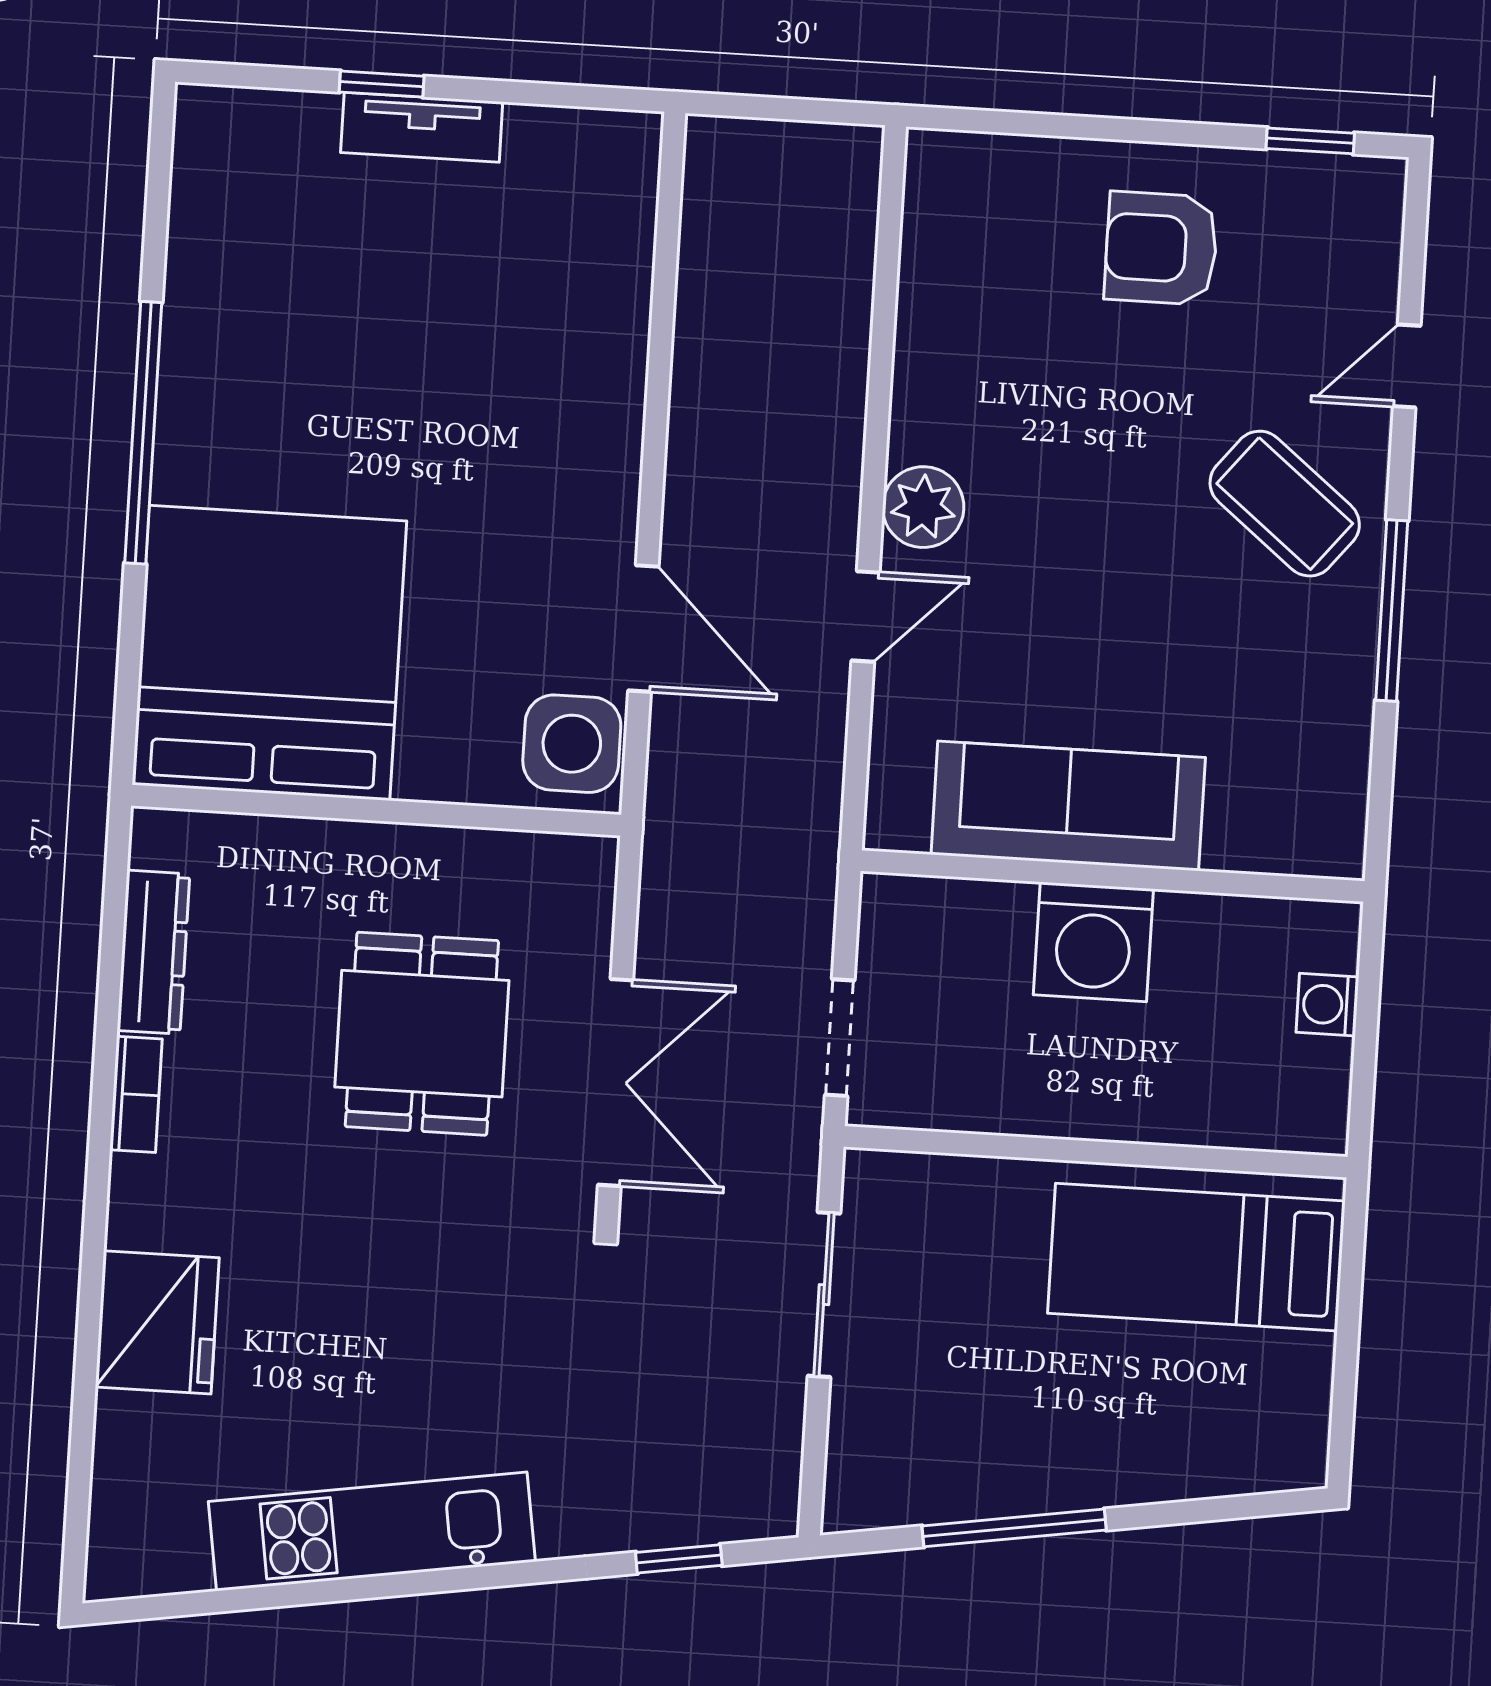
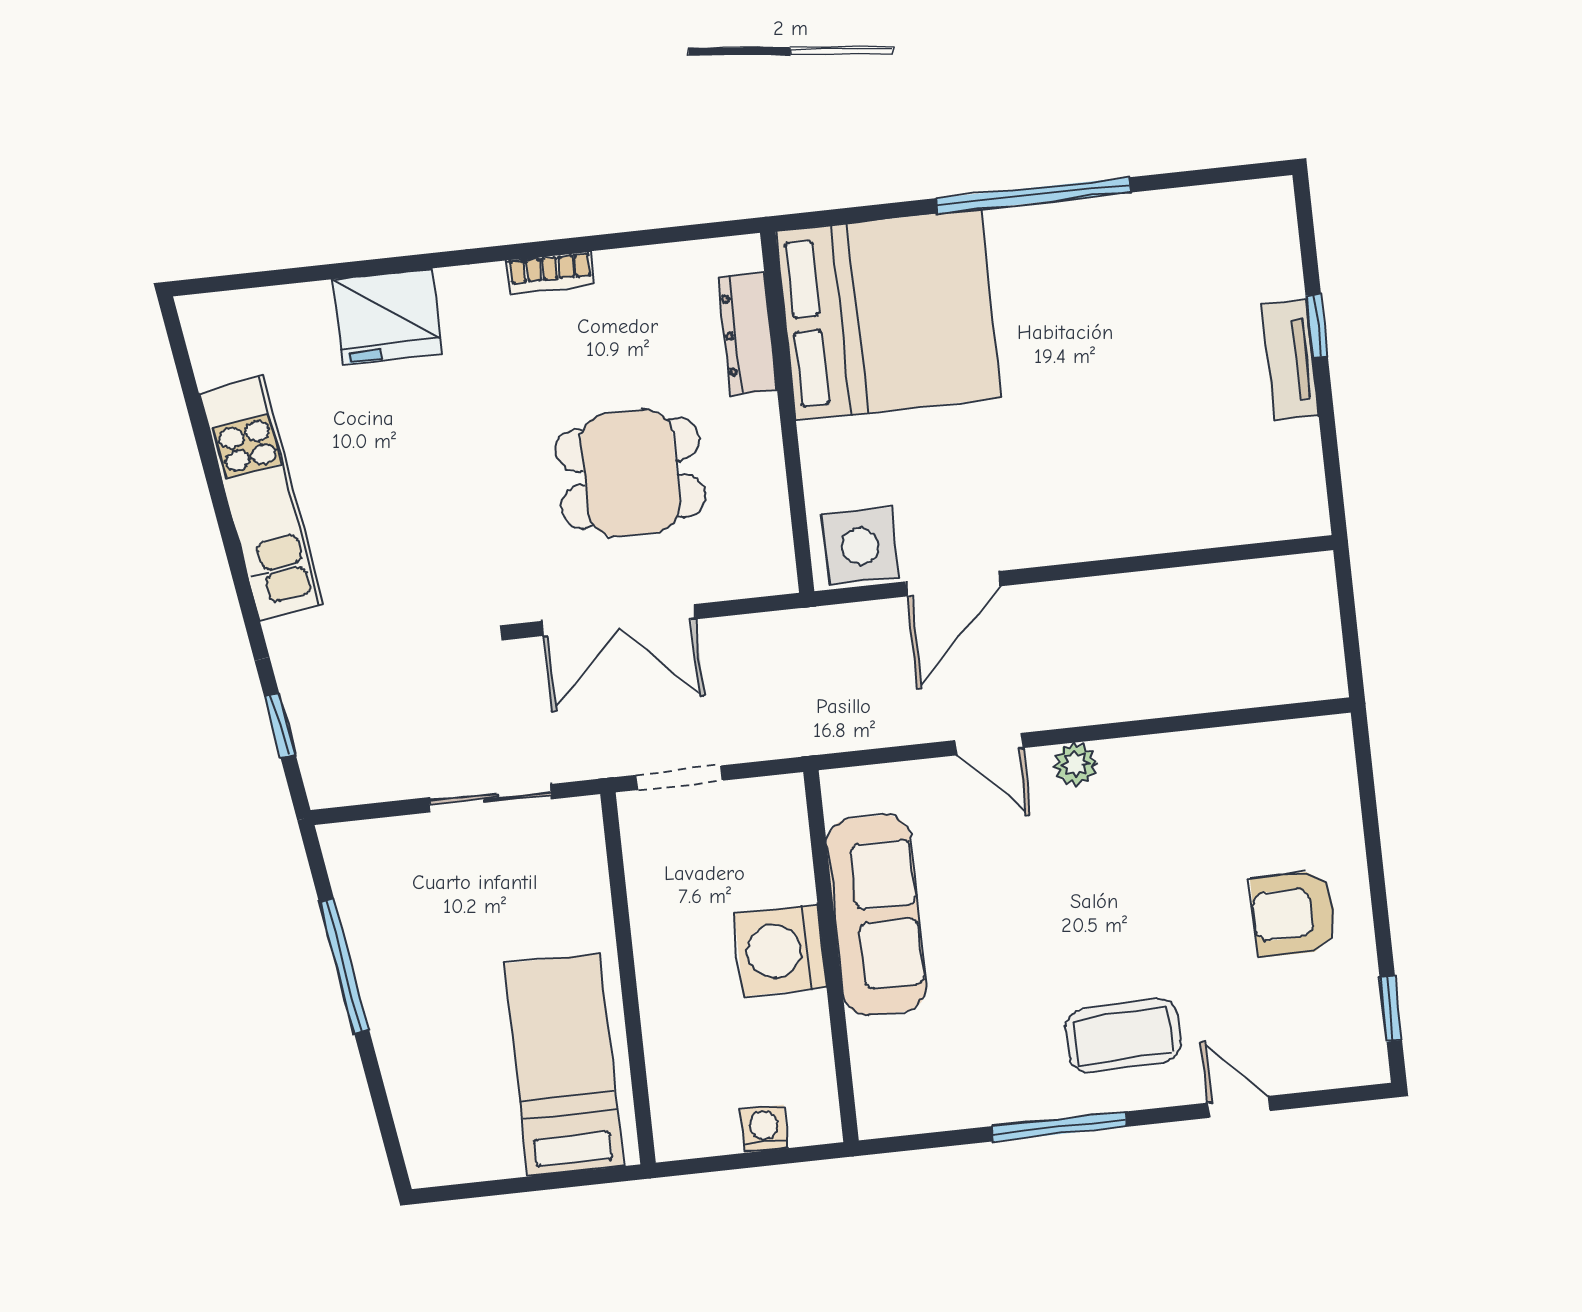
armchair: (1161, 248) -> (1294, 914), turned -90
coffee table: (1285, 504) -> (1124, 1035), turned 49
plant: (923, 507) -> (1075, 764), width x0.73, depth x0.73
dresser: (153, 952) -> (748, 334), moved, turned 90

